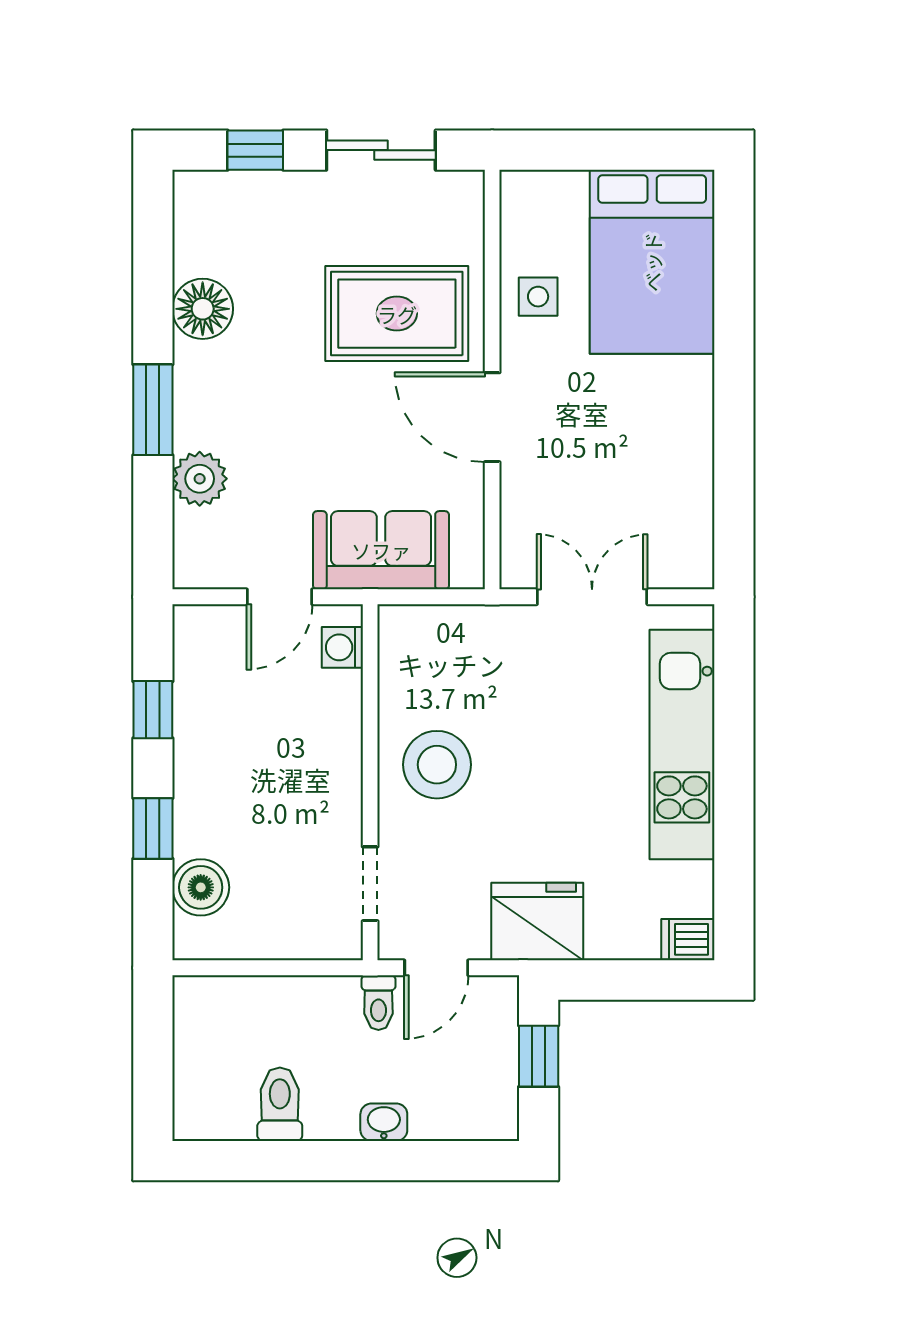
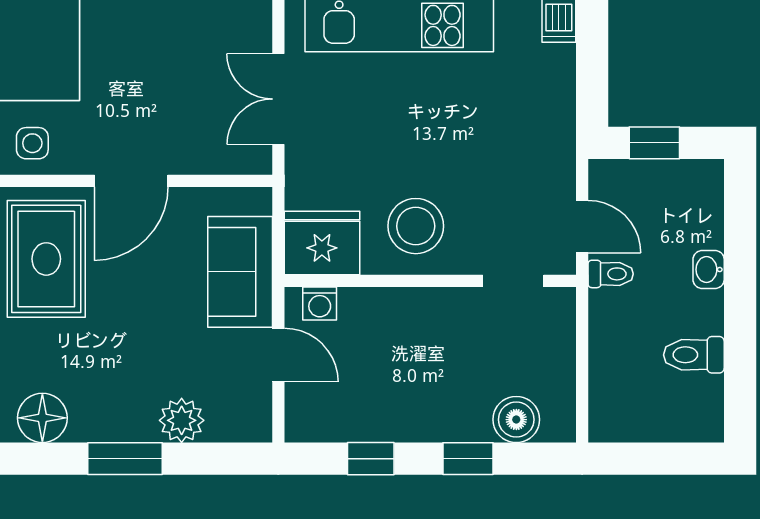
fridge: (537, 922) -> (322, 243), moved, turned 90

